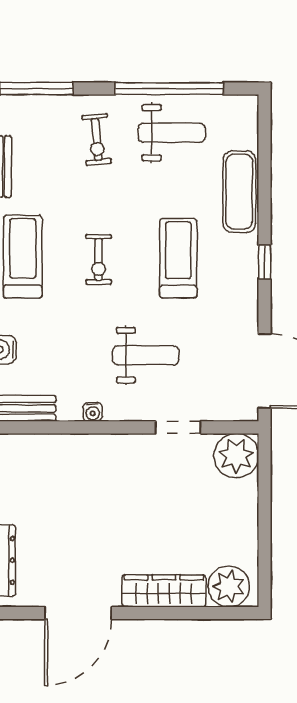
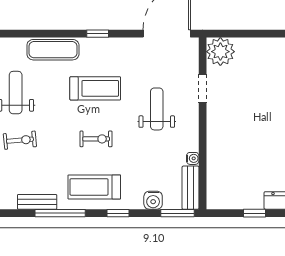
treadmill: (178, 258) -> (95, 88), turned 180
water cooler: (93, 412) -> (193, 158), moved

